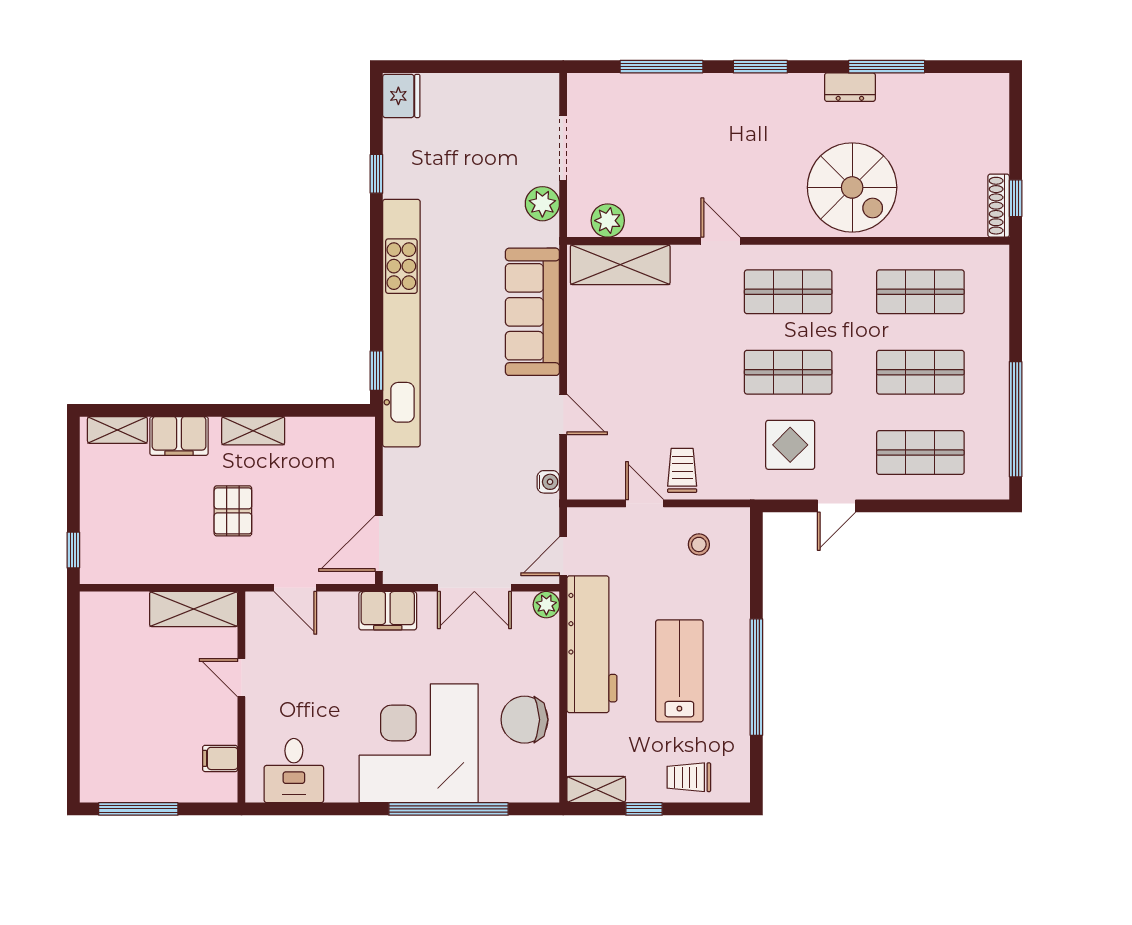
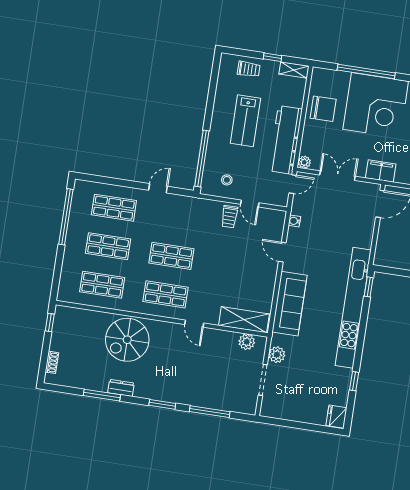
spiral stairs: (852, 187) -> (127, 340), turned -90
shoe rack: (999, 206) -> (52, 362), moved, width x0.70
display table: (790, 445) -> (176, 221), removed
window: (756, 677) -> (202, 158), moved

